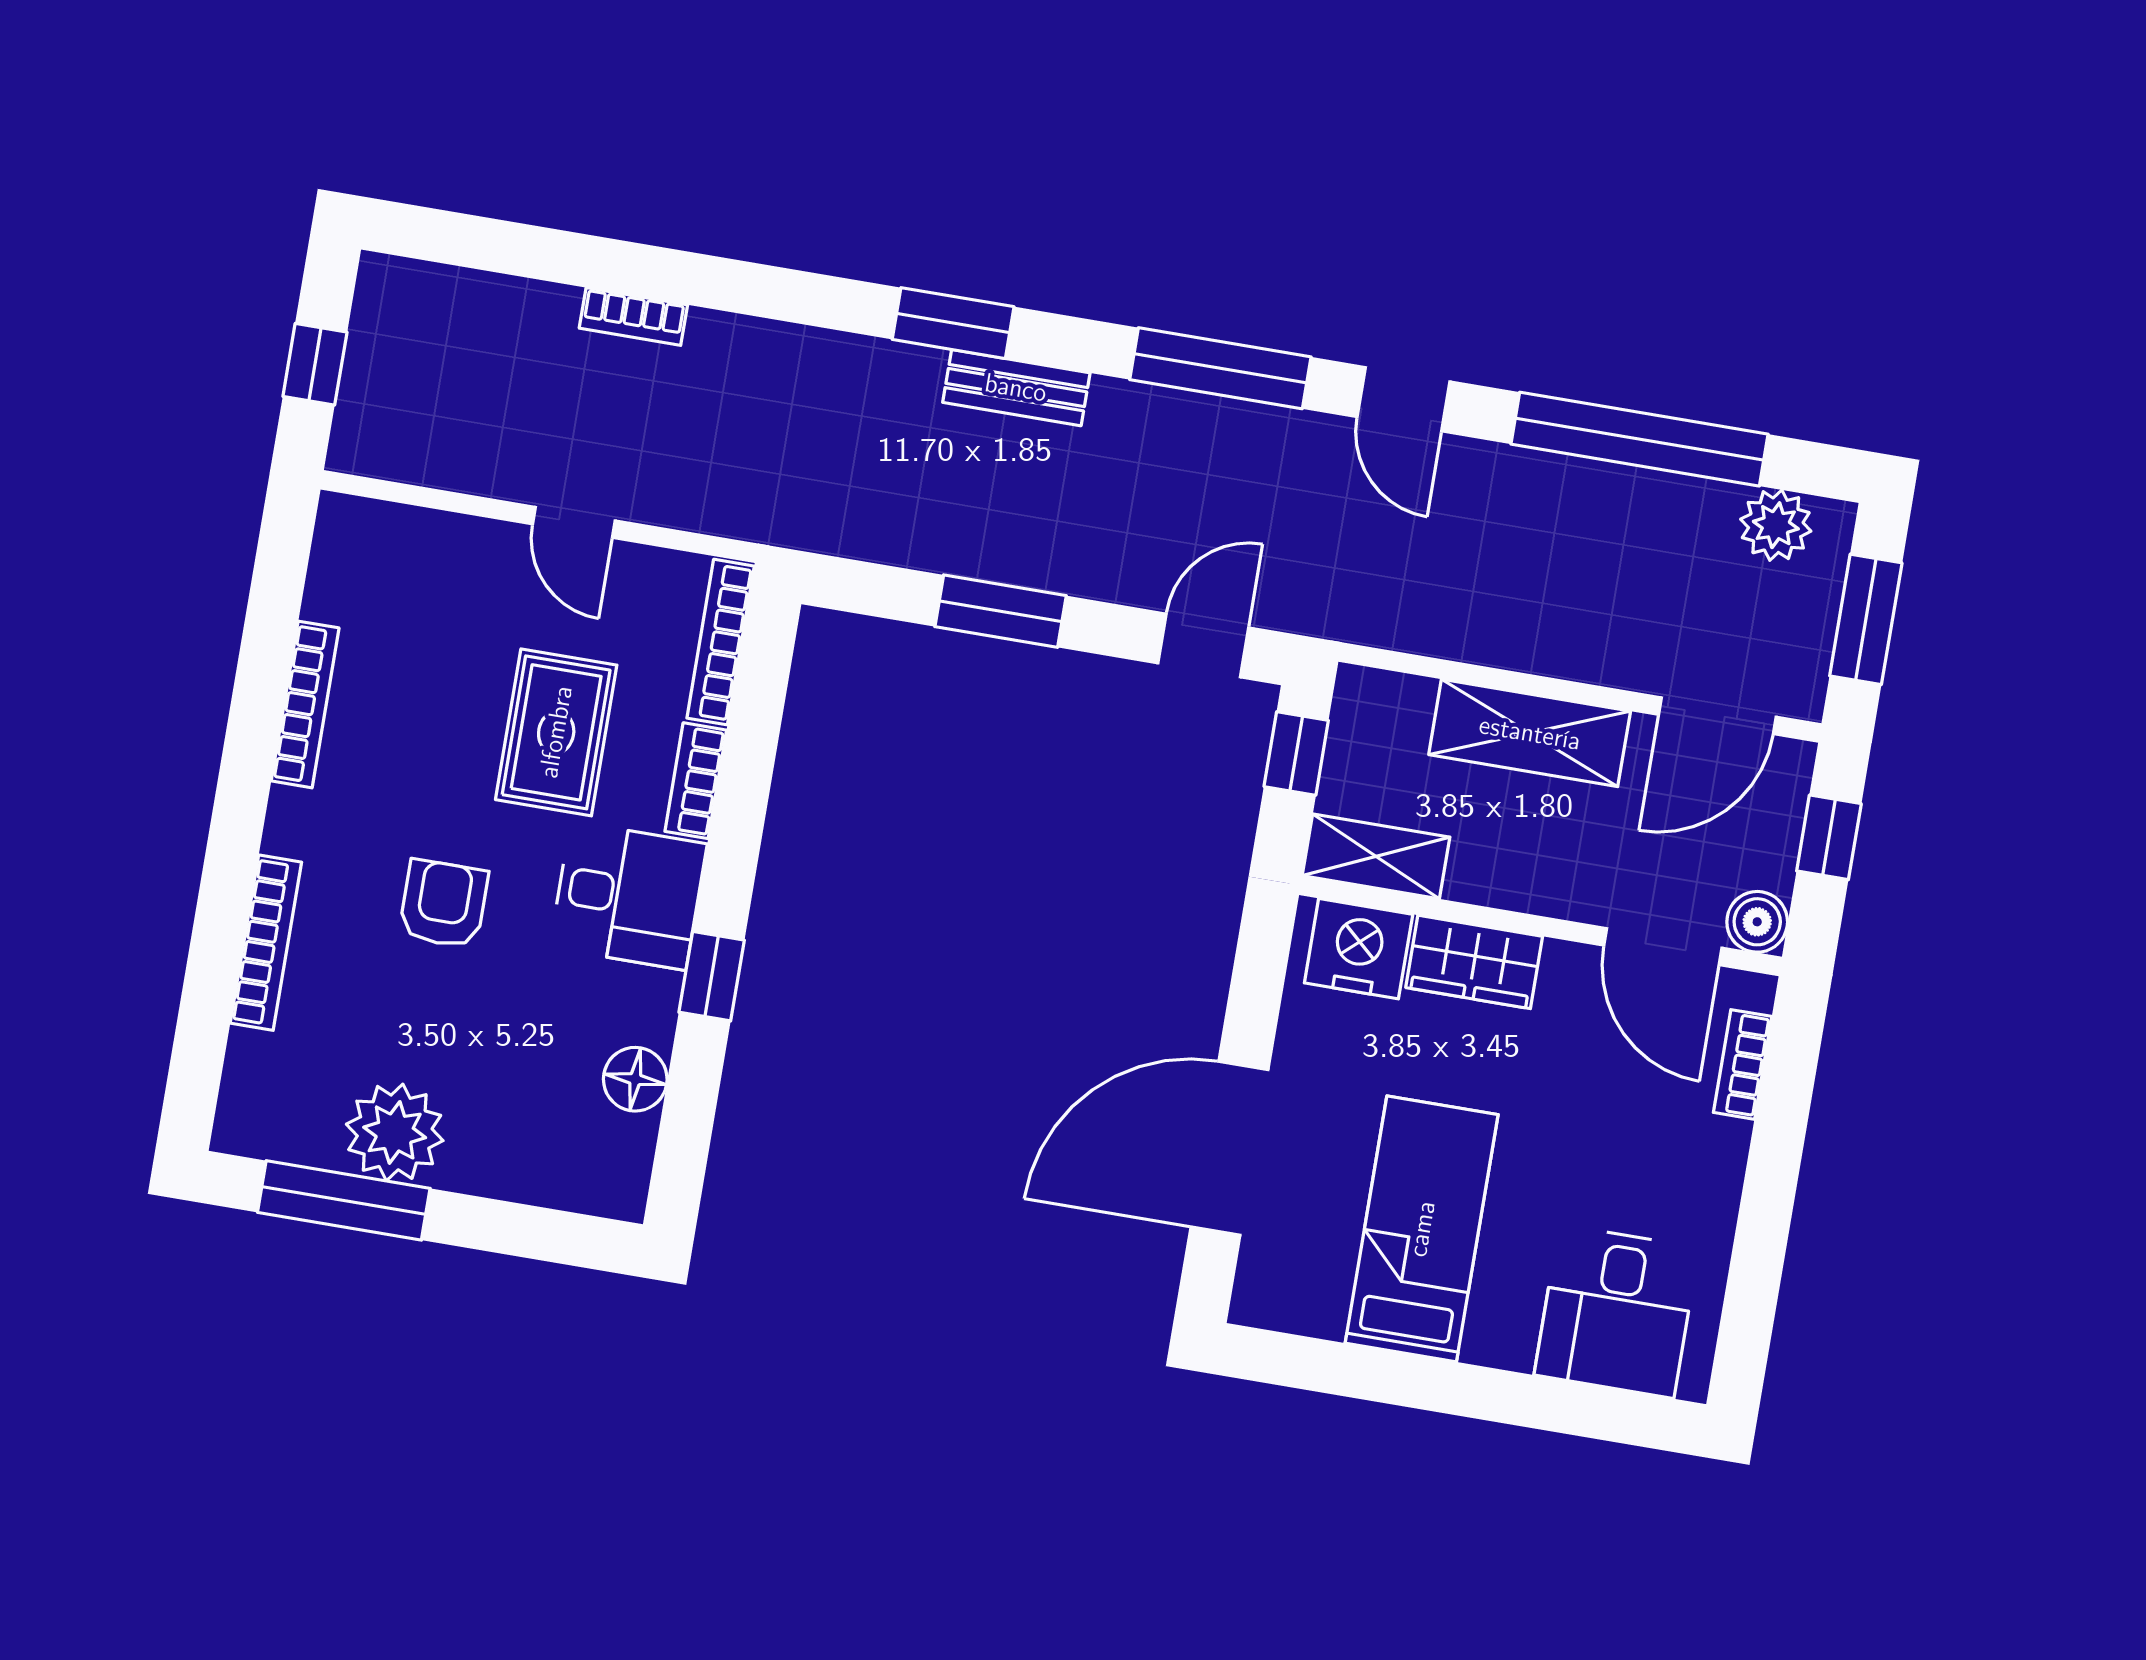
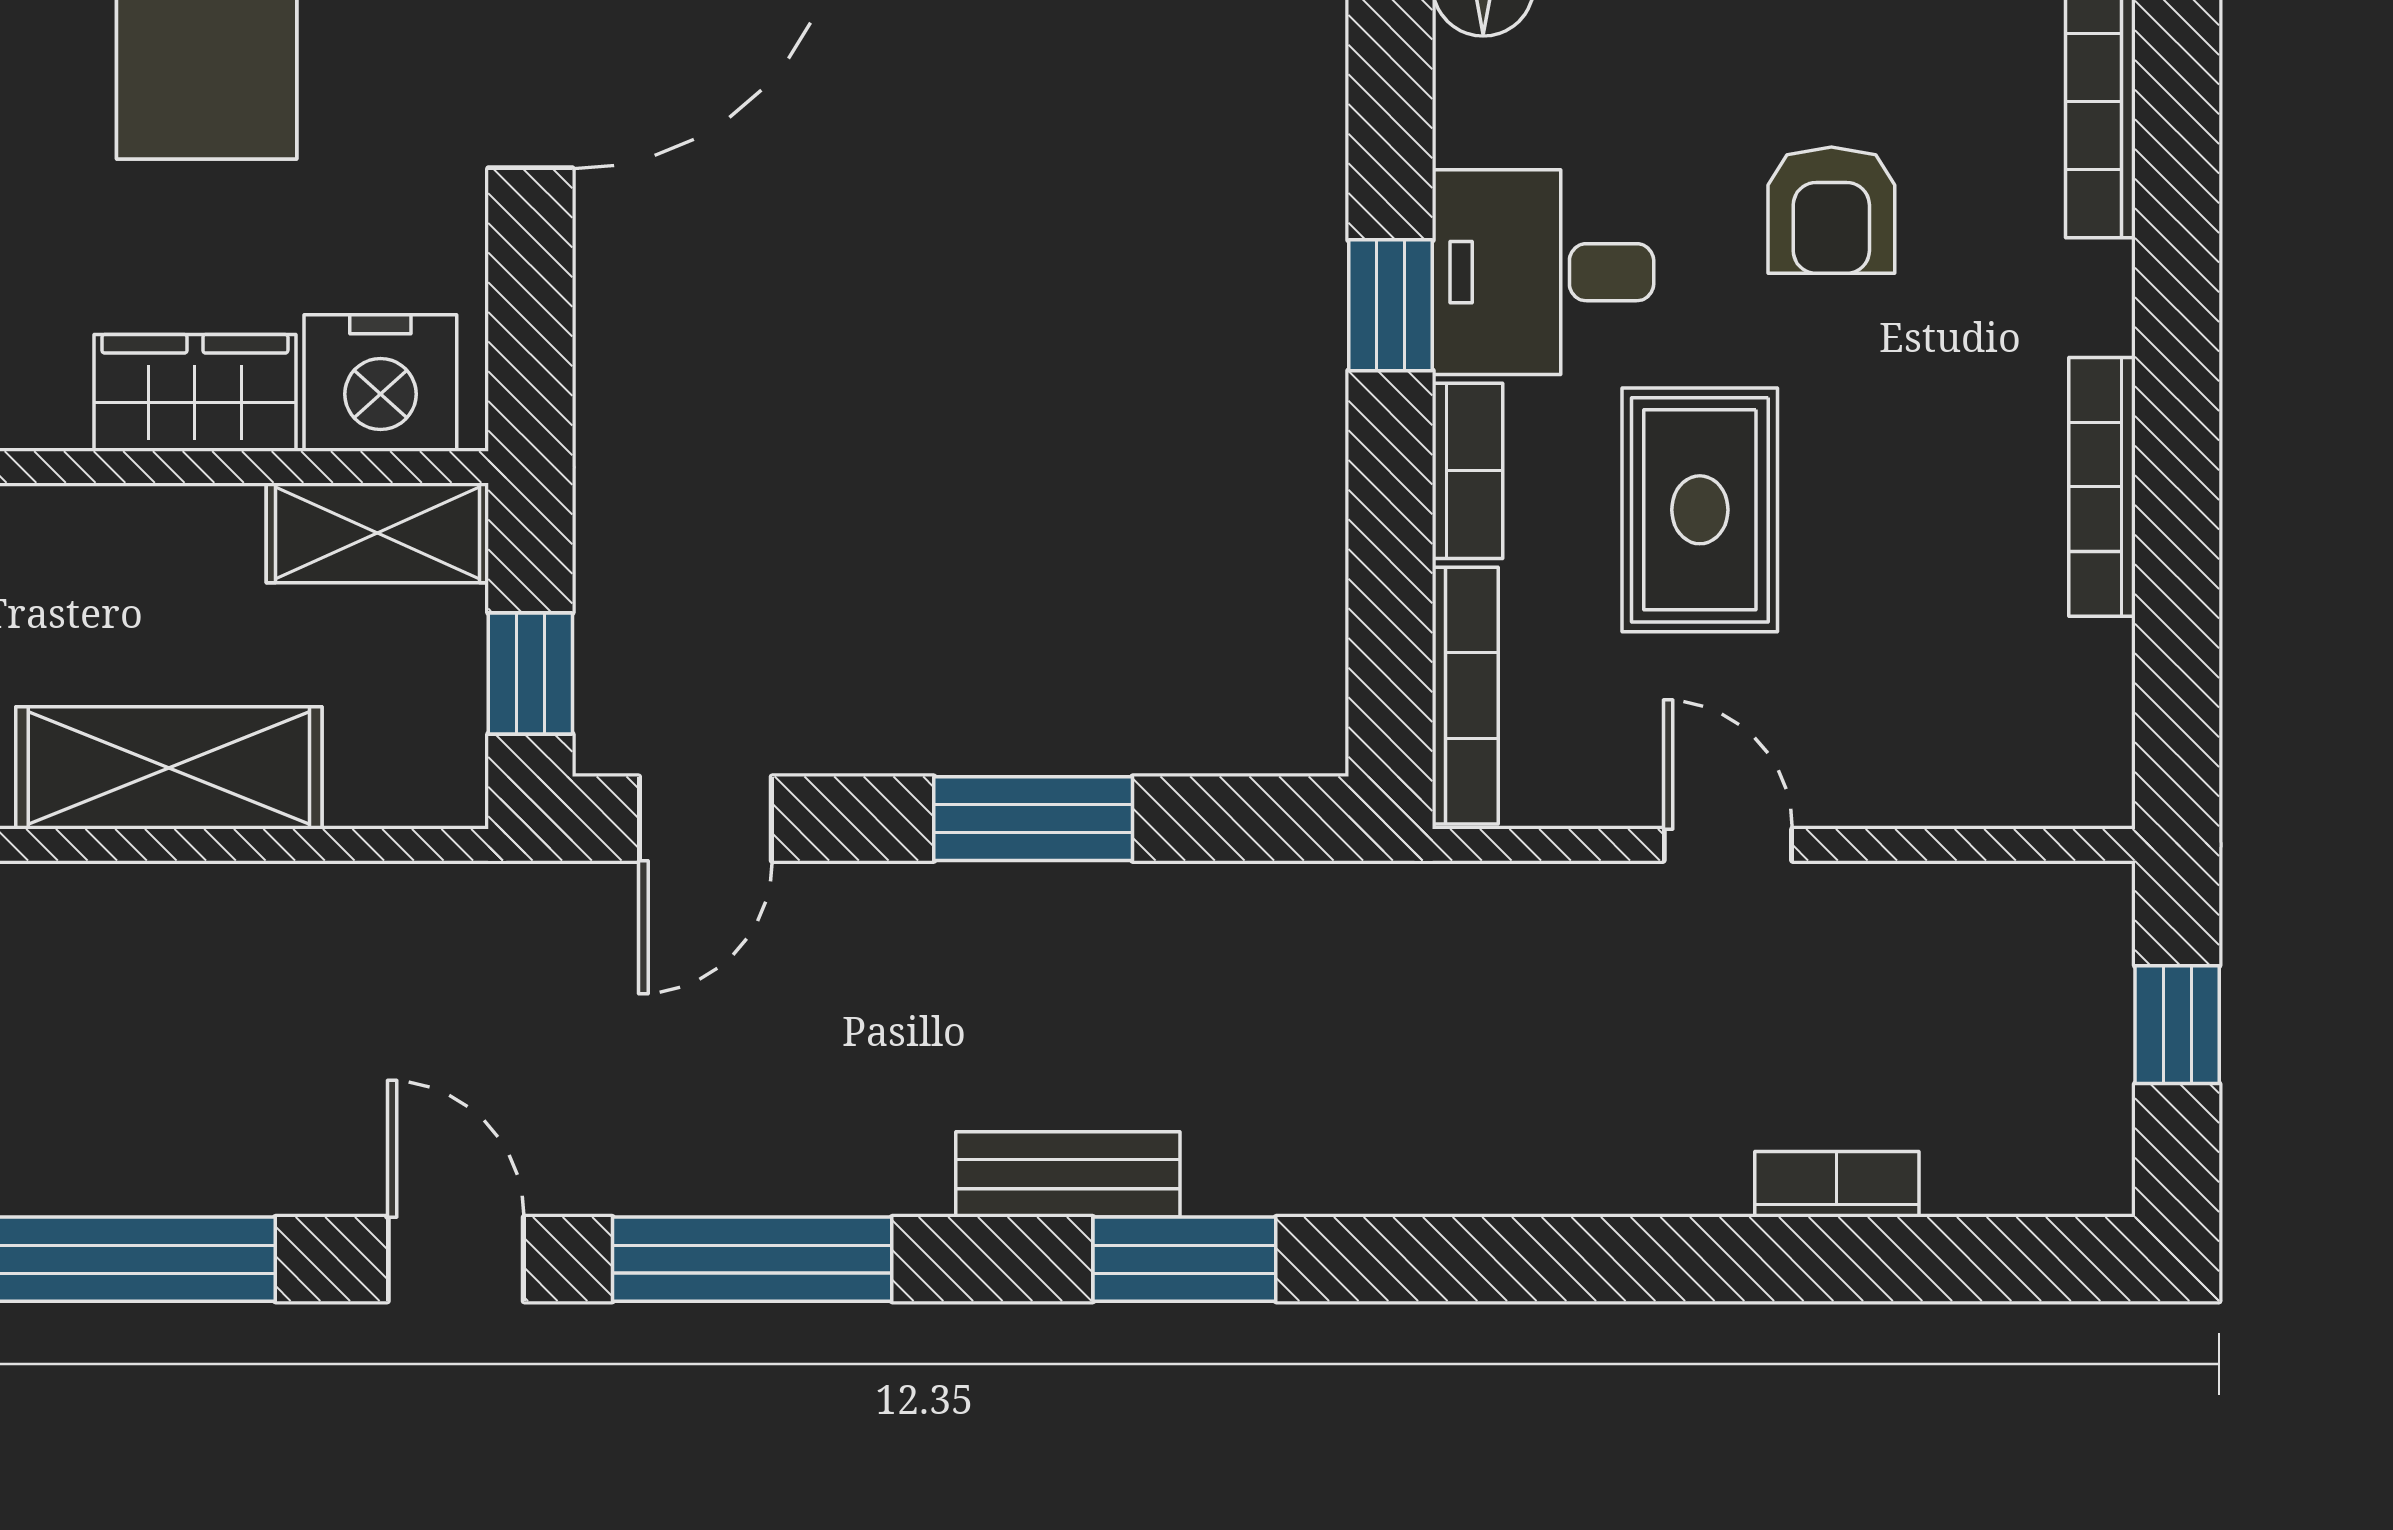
bookcase: (633, 317) -> (1837, 1184), moved
window: (712, 976) -> (1390, 305), moved

